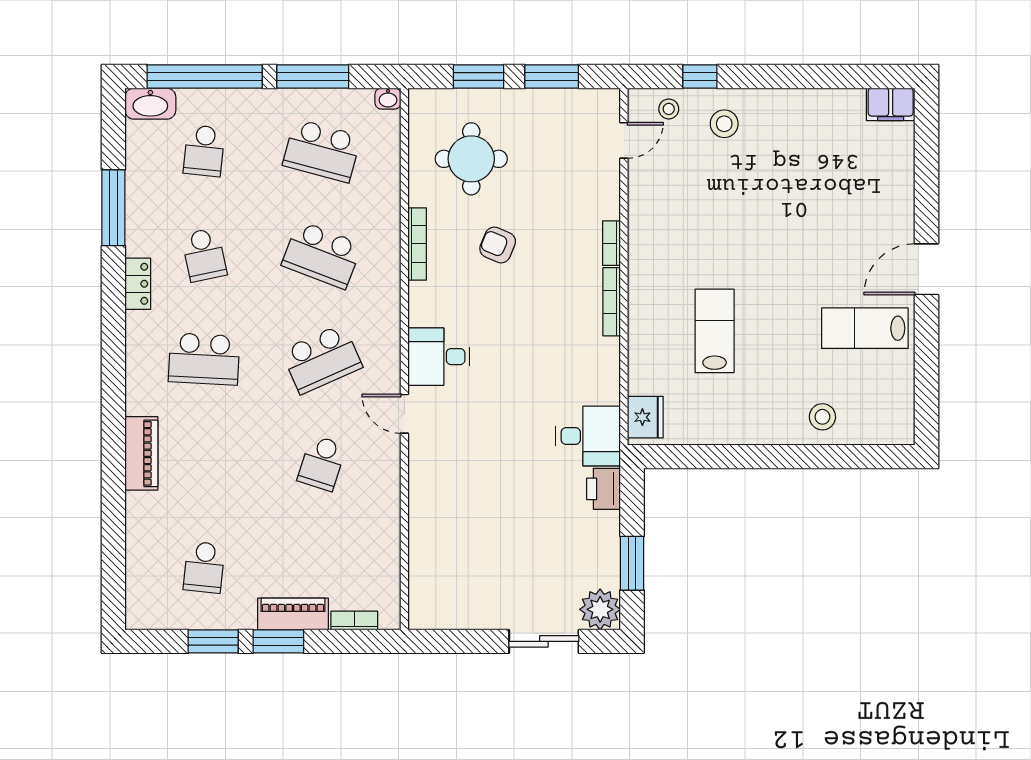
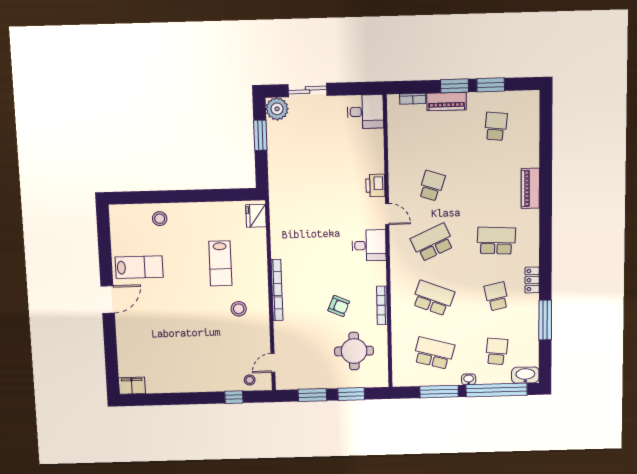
washbasin: (388, 99) -> (469, 379), moved
stool: (724, 124) -> (239, 309), moved
desk: (588, 436) -> (365, 112), moved, turned 180
printer: (603, 489) -> (375, 185), moved, turned 180

